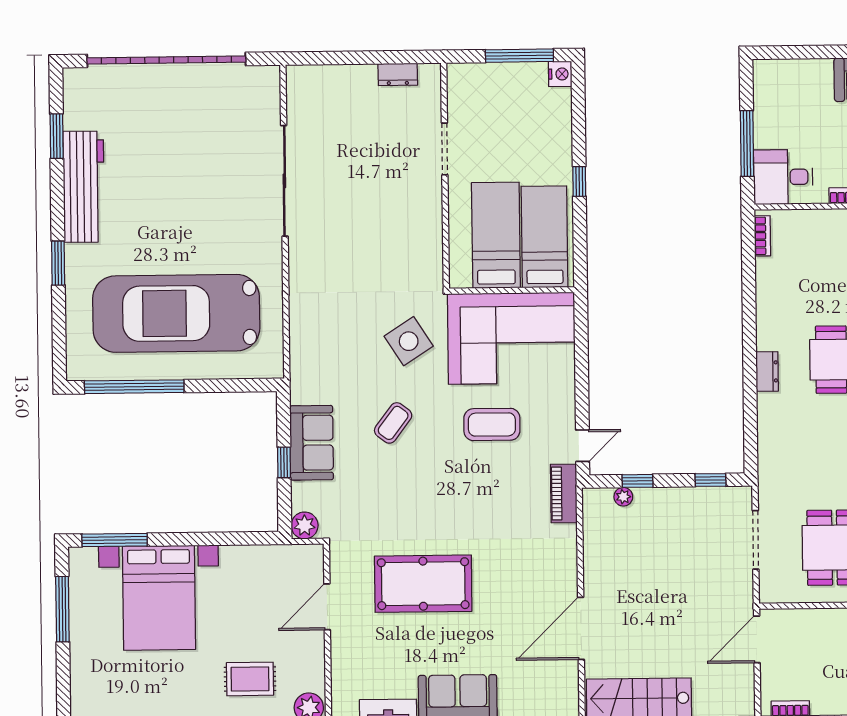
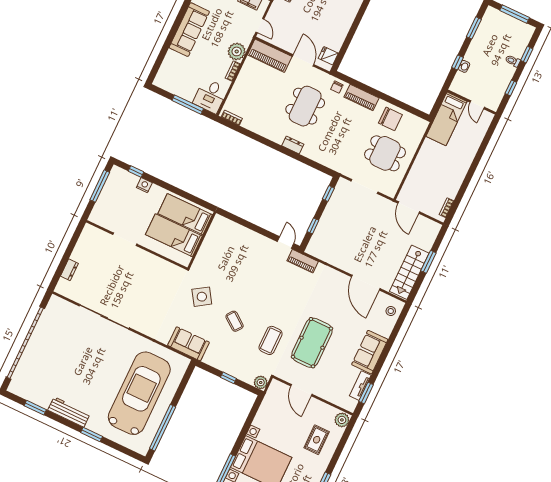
dresser: (398, 74) -> (69, 270), moved
nightstand: (560, 74) -> (144, 185), moved
window: (579, 181) -> (136, 171), moved
workbench: (84, 187) -> (69, 412), width x0.73, depth x0.76
car: (176, 313) -> (139, 393), turned 180
corner sofa: (511, 338) -> (223, 251), removed
coffee table: (492, 424) -> (271, 340), moved
sofa: (312, 443) -> (188, 344), moved
plant: (623, 497) -> (317, 236), removed
stool: (552, 699) -> (391, 311), added

